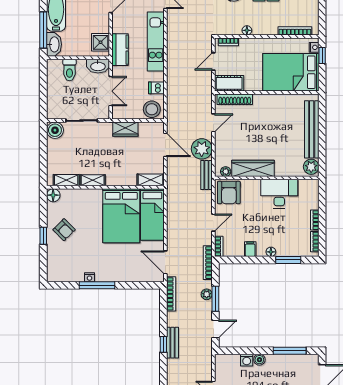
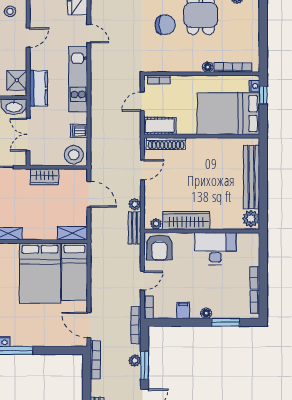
floor lamp: (247, 30) -> (208, 67), moved
double door: (111, 91) -> (28, 135), swing flipped
plant: (202, 149) -> (135, 204), width x0.53, depth x0.53

